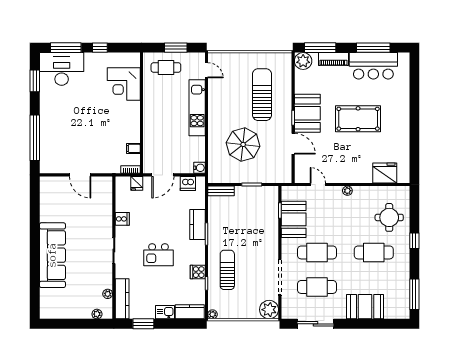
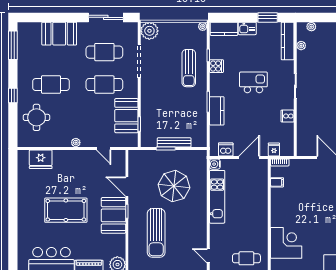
kitchen unit: (197, 108) -> (217, 197), moved
bench: (221, 191) -> (174, 142), moved, width x1.36

